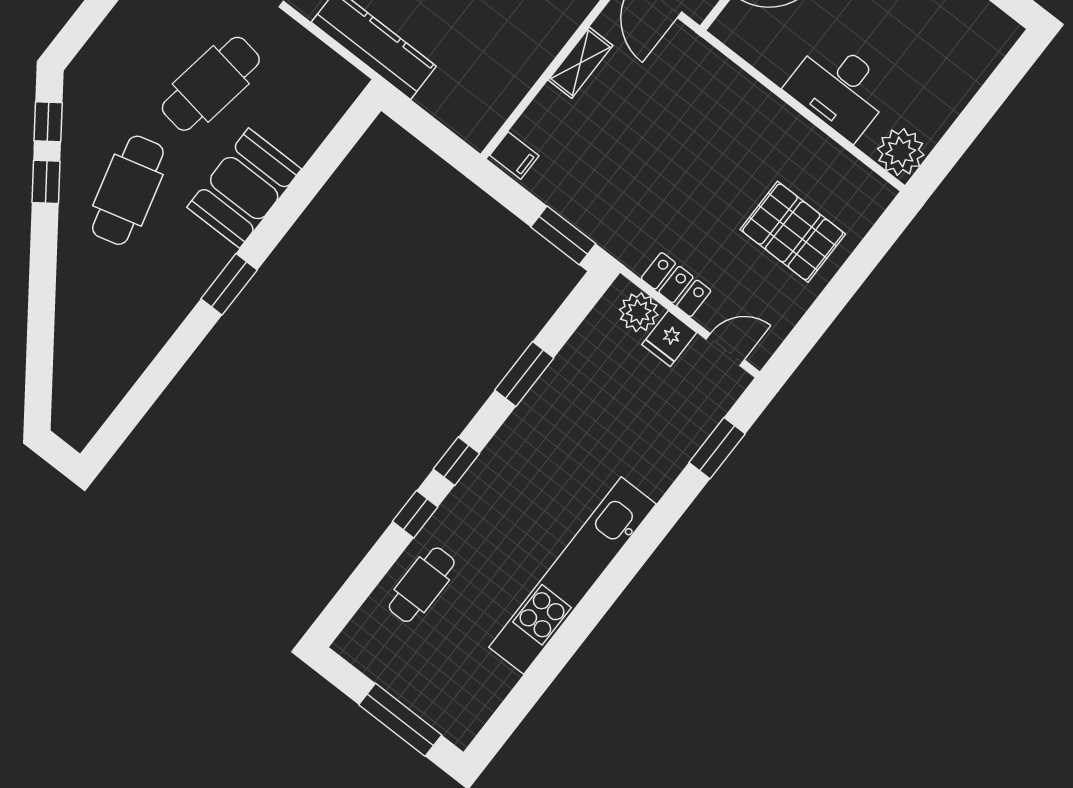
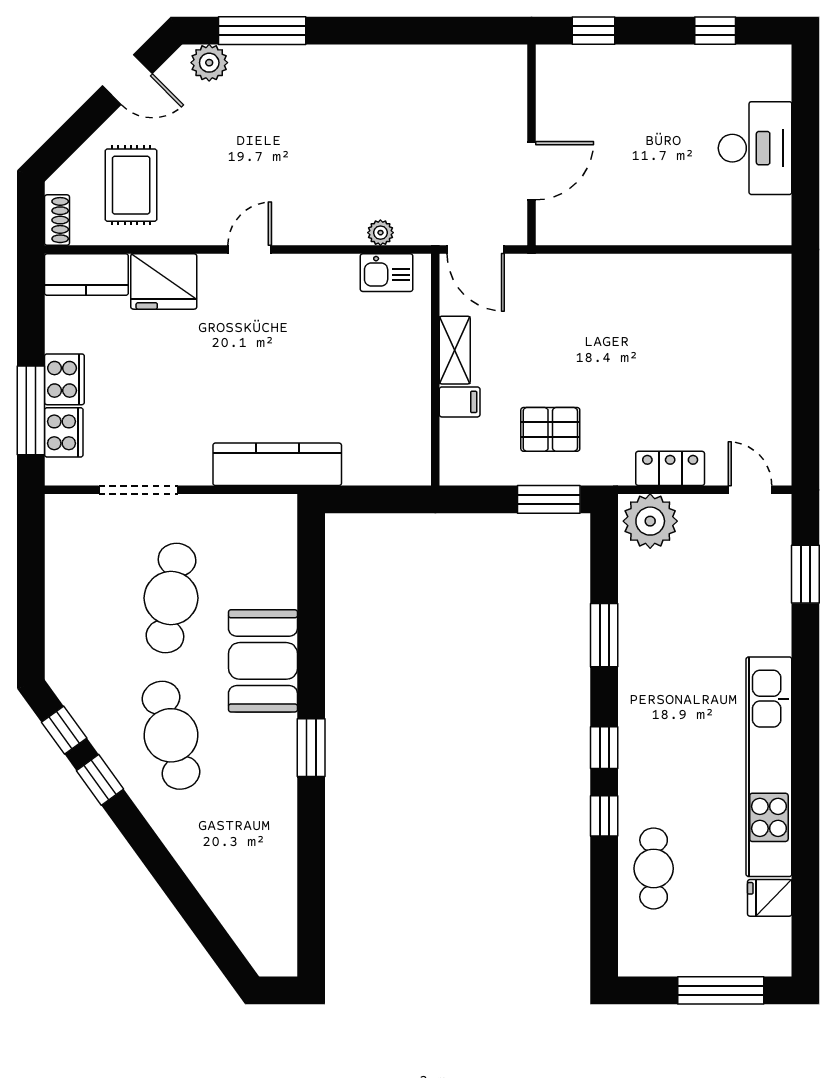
desk: (839, 89) -> (755, 148), moved, turned -90
plant: (901, 152) -> (768, 221), removed
filing cabinet: (514, 156) -> (460, 402), moved
pallet: (793, 232) -> (550, 429), moved, width x0.67, depth x0.71
plant: (639, 312) -> (650, 521), width x1.36, depth x1.36
fridge: (669, 339) -> (770, 898), moved, turned 90
door: (725, 349) -> (750, 490), hinge flipped

